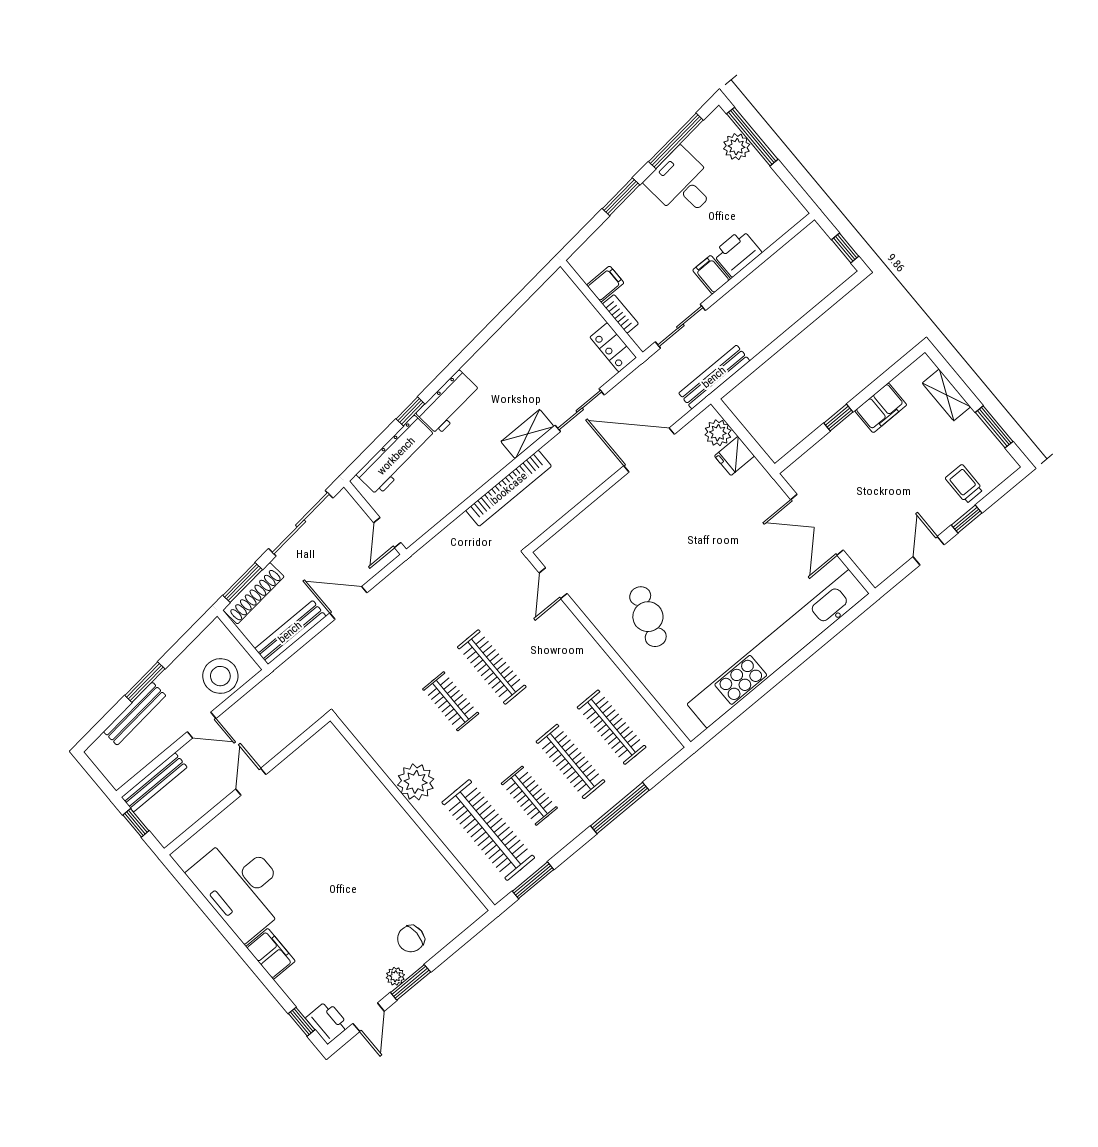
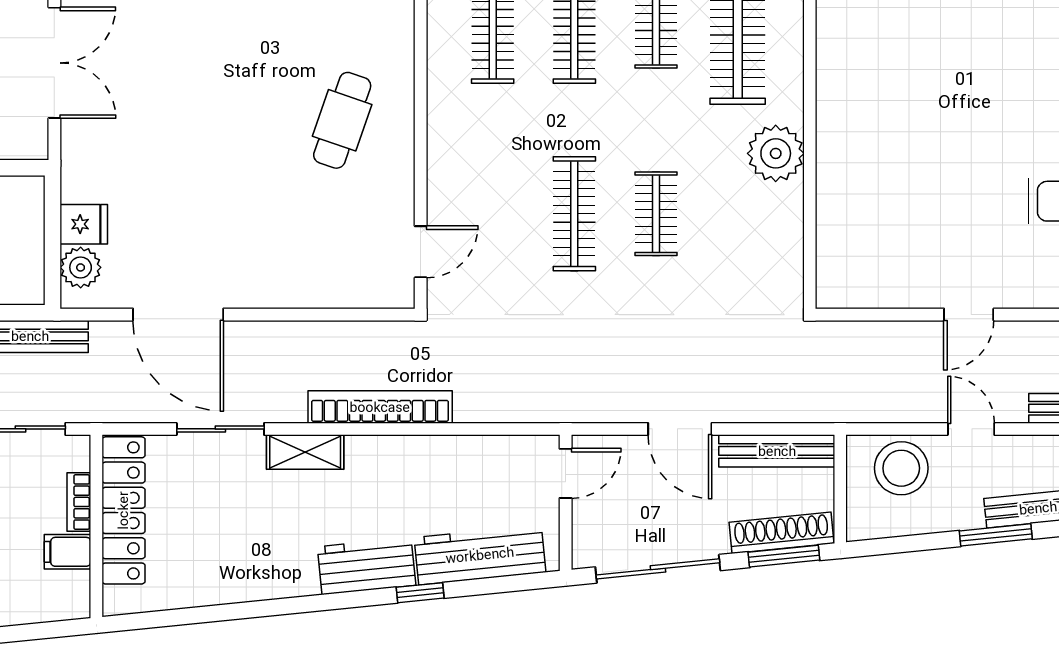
locker: (613, 347) -> (123, 510), width x2.16, depth x1.21

